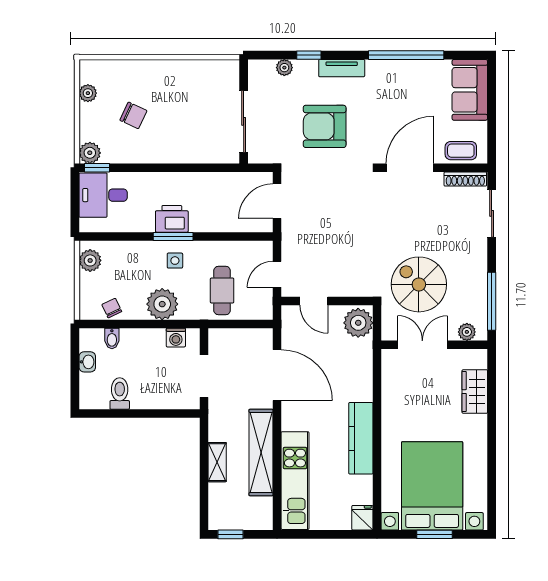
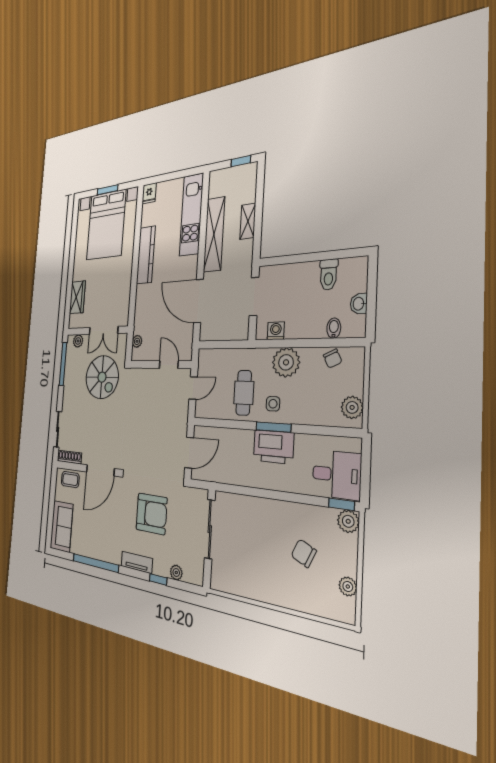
printer: (172, 219) -> (274, 447), width x1.37, depth x1.19
cafe table: (222, 291) -> (244, 393), moved
plant: (358, 323) -> (137, 341), width x0.53, depth x0.53

